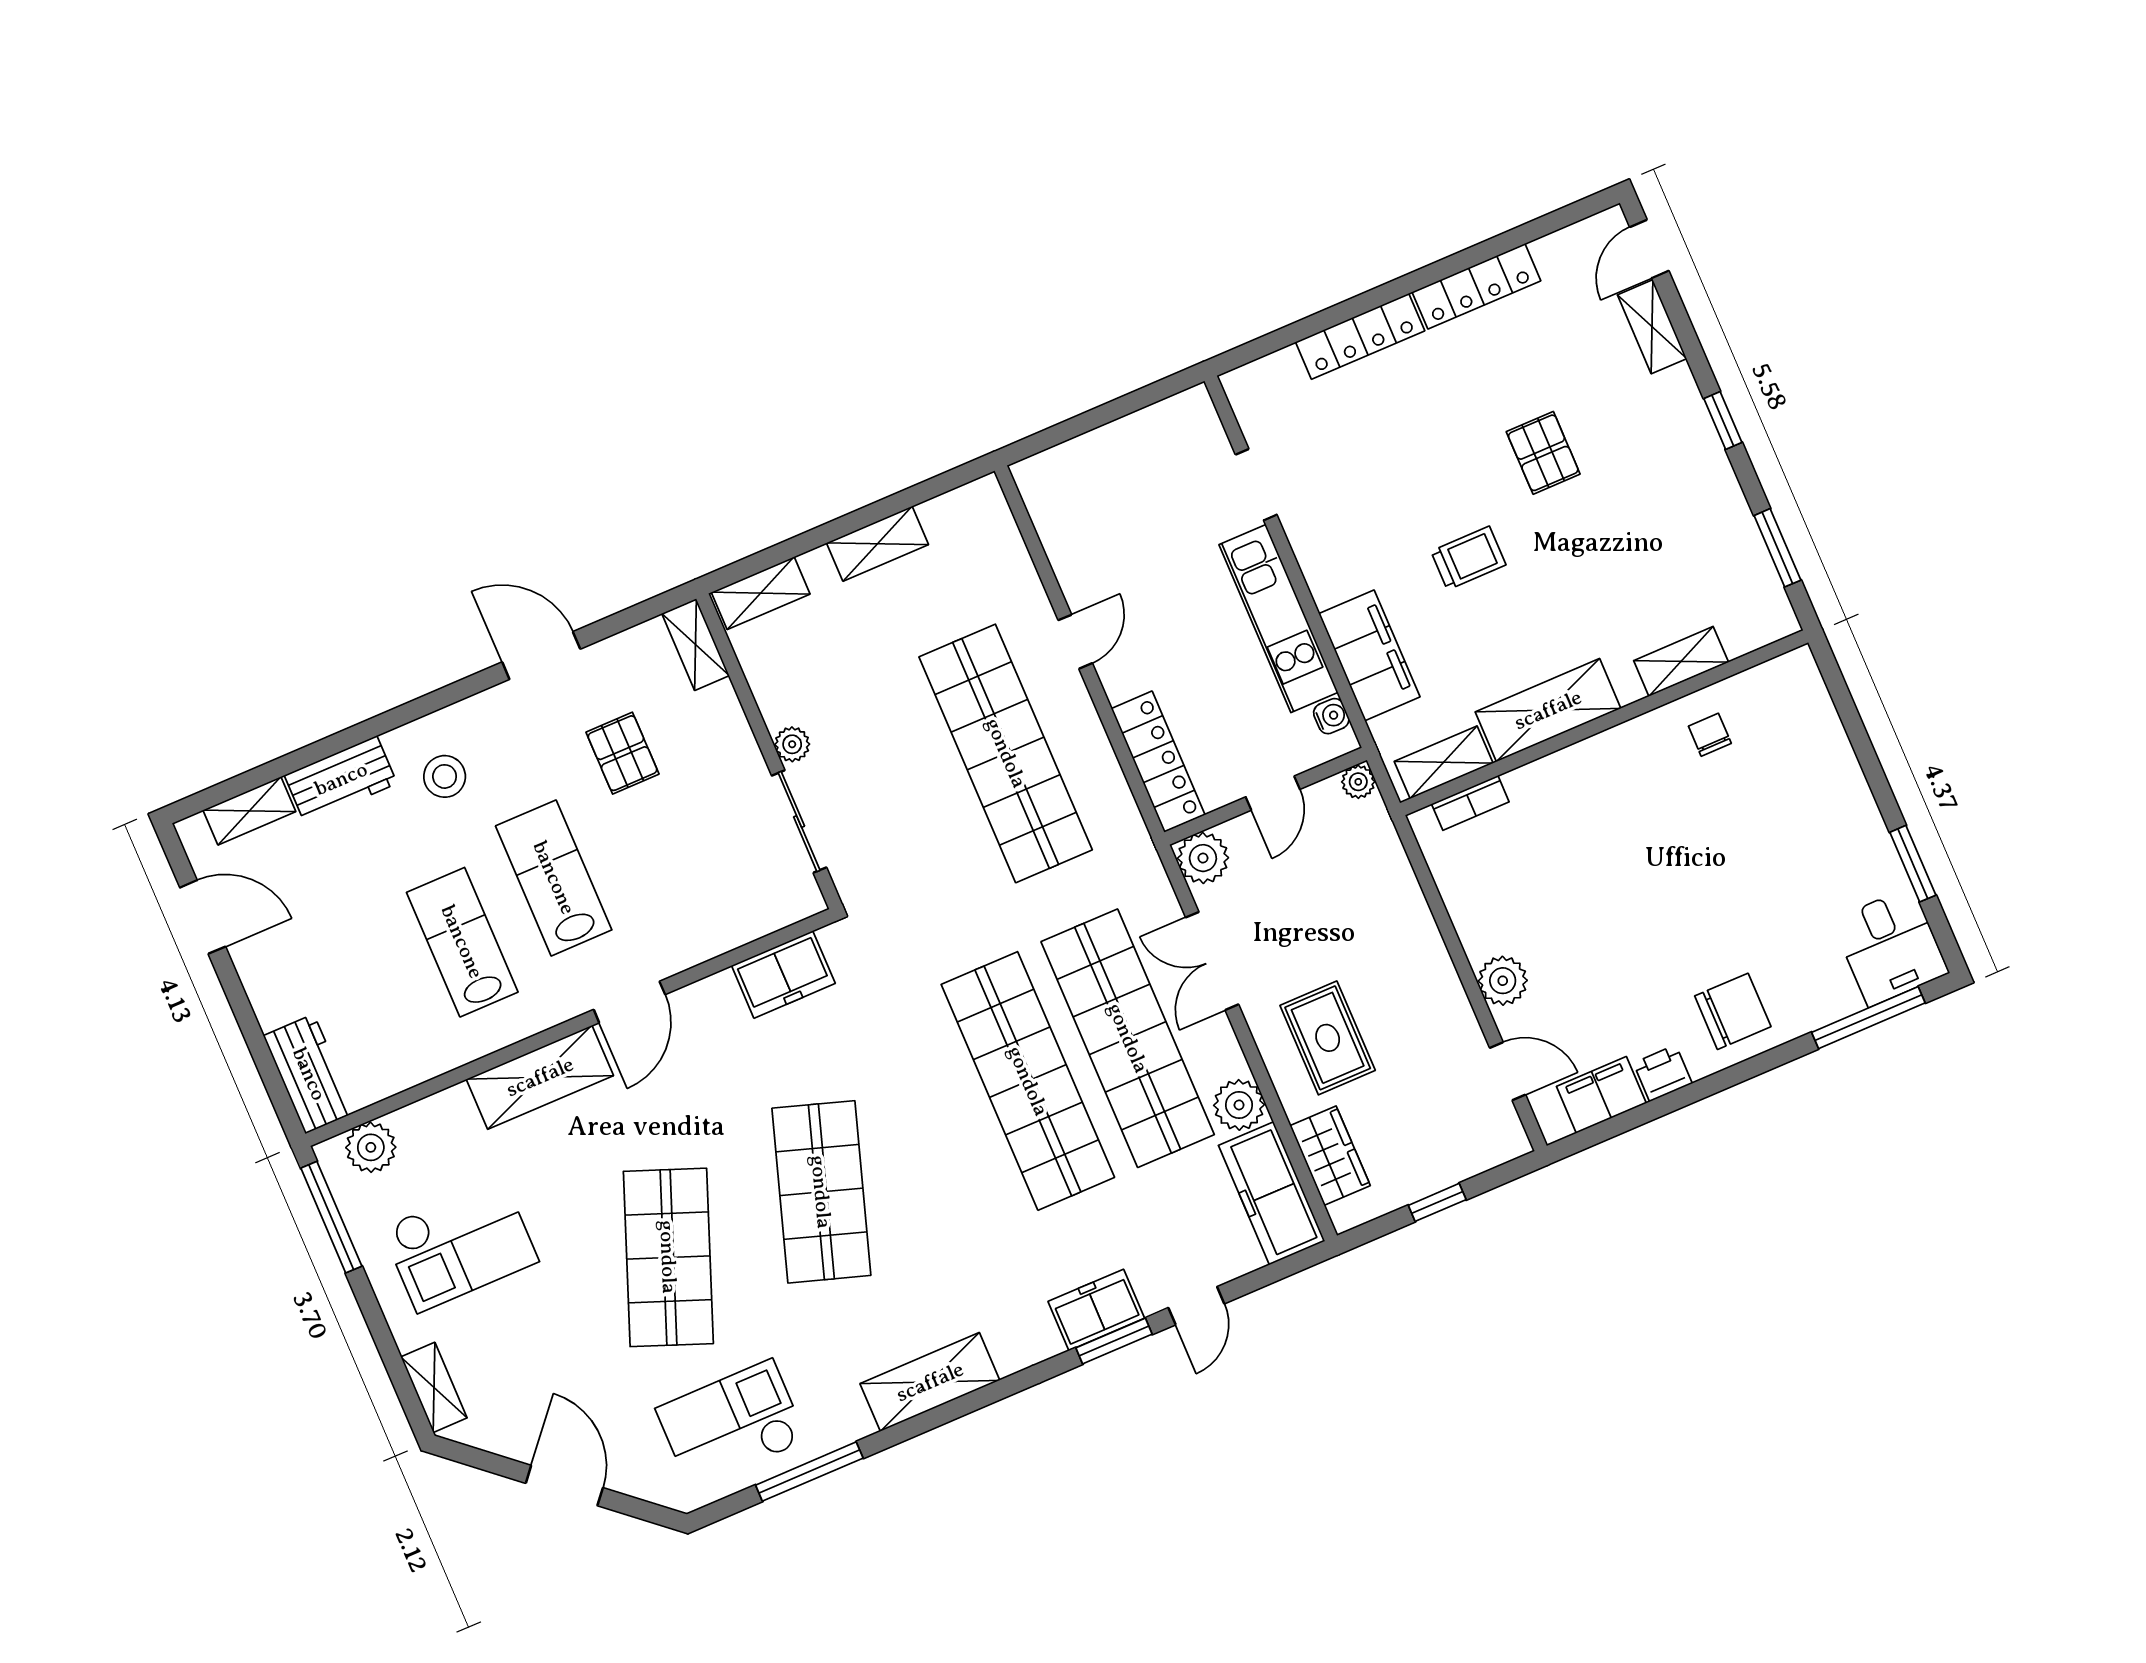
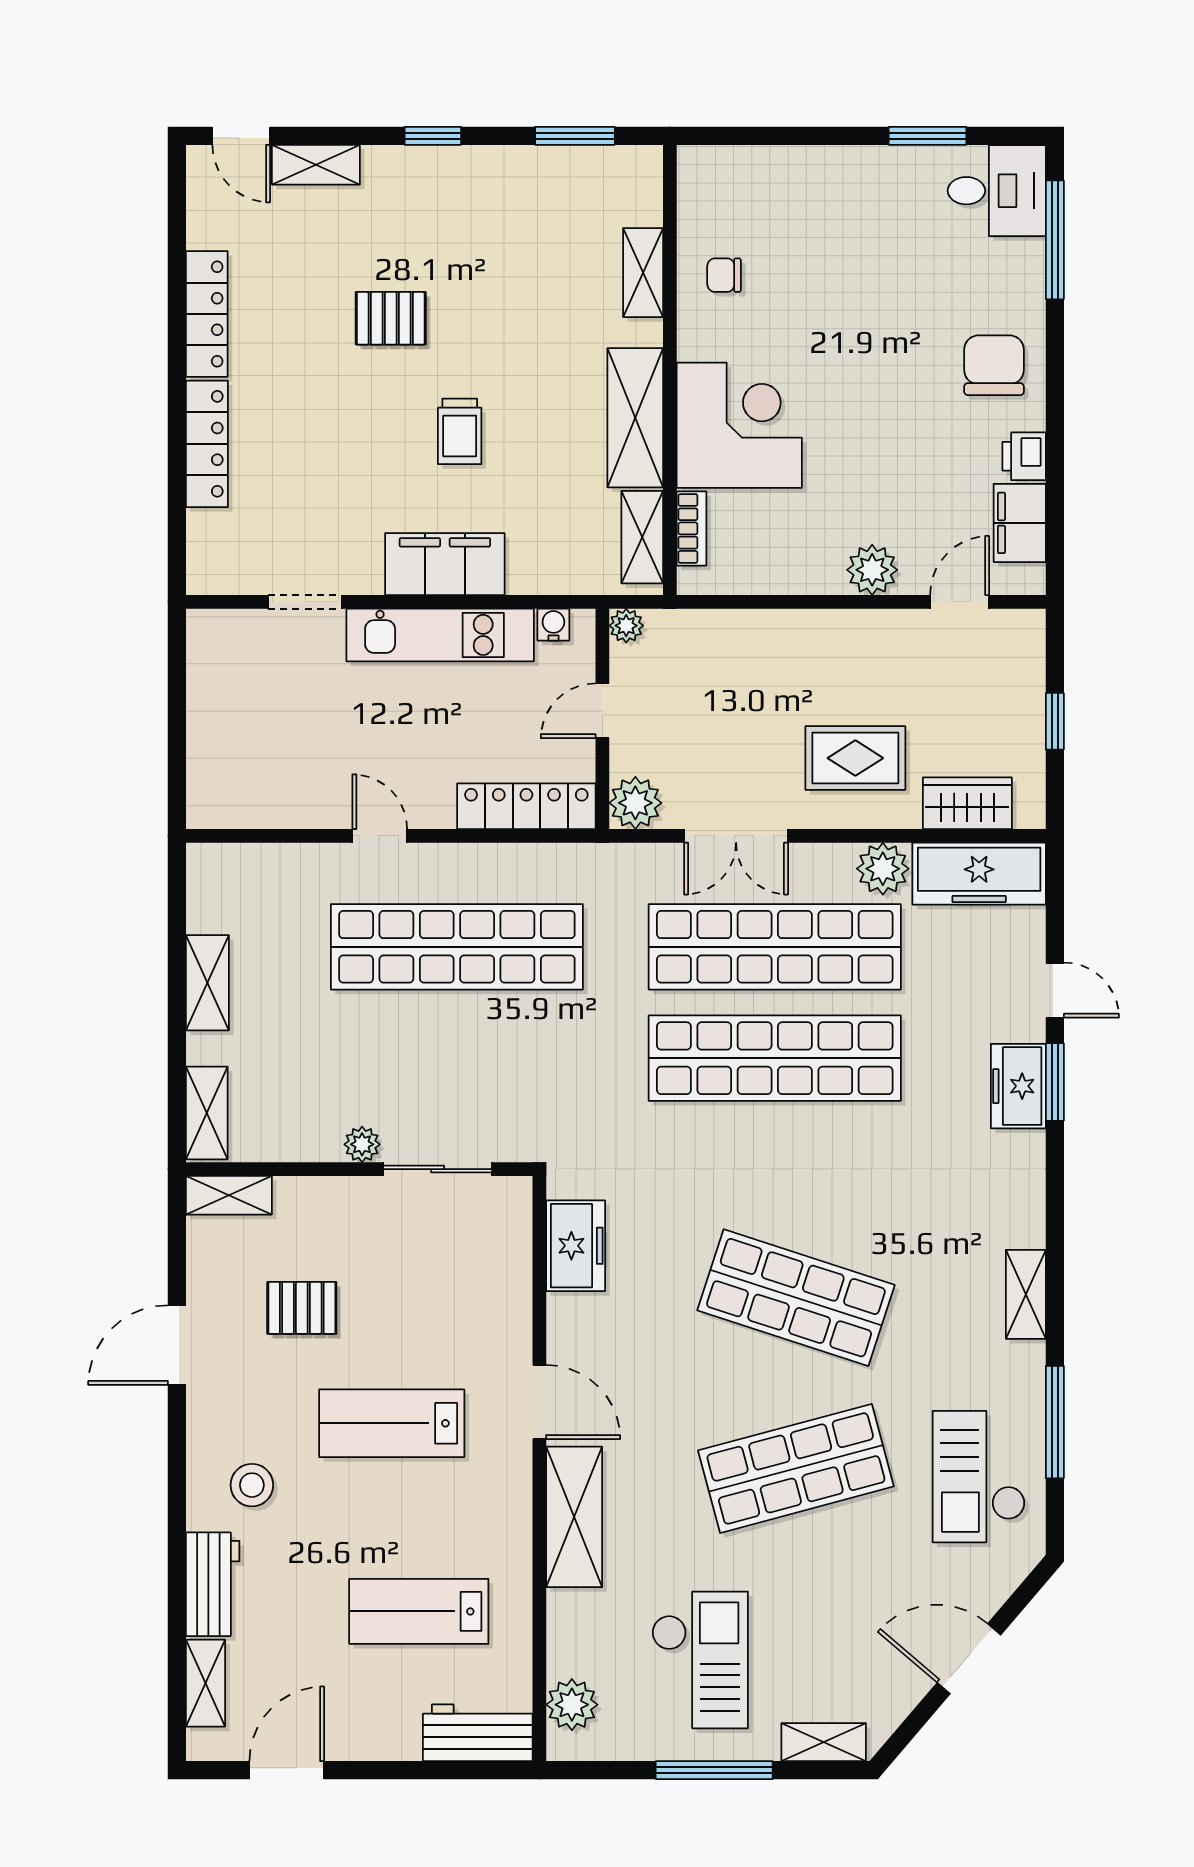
trolley: (1468, 558) -> (460, 431), turned 180
filing cabinet: (1369, 655) -> (445, 564), moved
door: (1273, 793) -> (602, 711), swing flipped
corner desk: (1581, 806) -> (739, 425), added
lab bench: (462, 942) -> (419, 1611), moved
window: (331, 1217) -> (714, 1770), moved
shop shelf: (668, 1257) -> (796, 1468), turned -36
shelving: (930, 1382) -> (1026, 1294), width x0.67, depth x0.75

